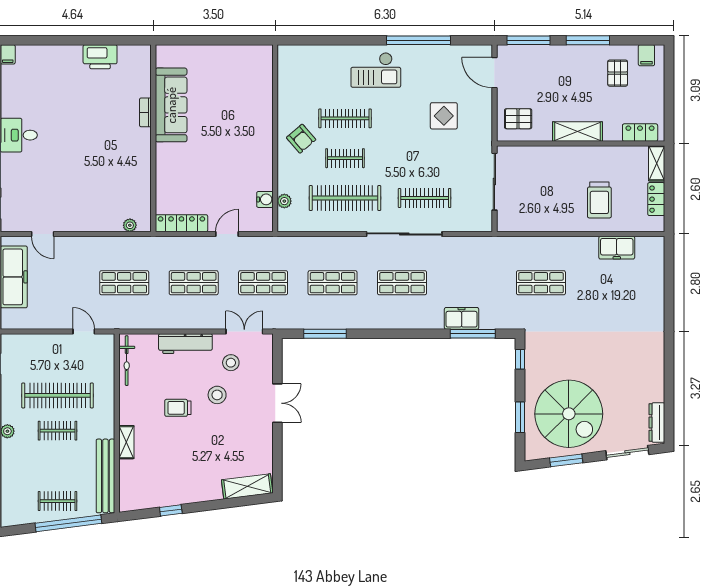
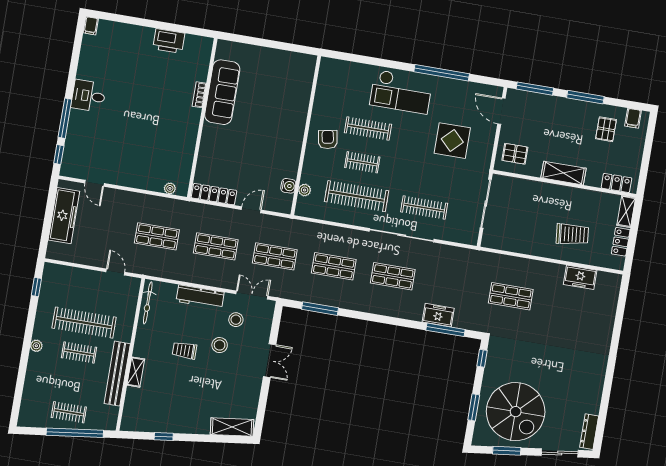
checkout: (376, 70) -> (401, 92), width x1.36, depth x1.21
display table: (444, 116) -> (452, 141), width x1.36, depth x1.36
armchair: (301, 139) -> (328, 139), turned -149
trolley: (599, 200) -> (572, 234), turned -96
bench: (105, 476) -> (117, 374), moved

